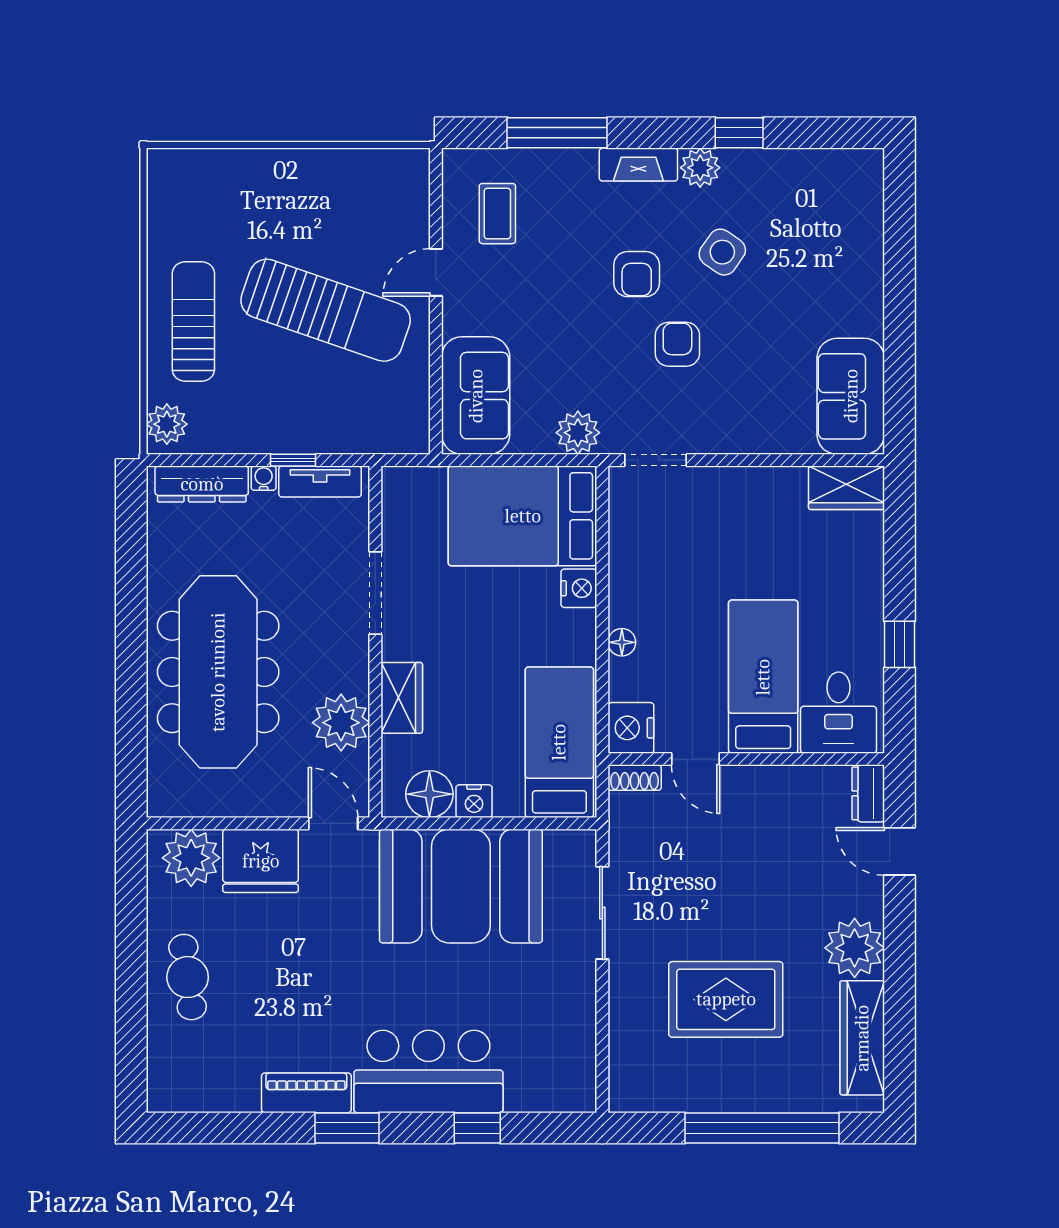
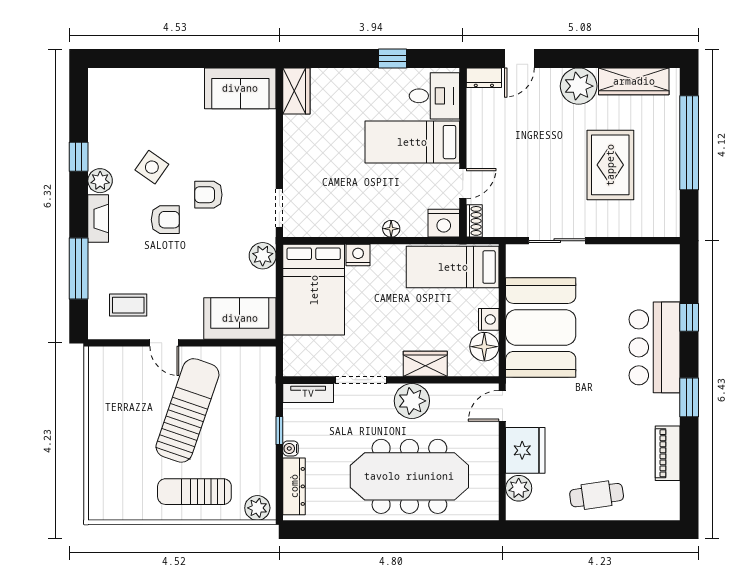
tv unit: (320, 481) -> (308, 393), moved, turned 90
plant: (341, 723) -> (412, 401), moved
plant: (191, 858) -> (519, 488), width x0.73, depth x0.73
piano: (306, 1093) -> (668, 453), moved

